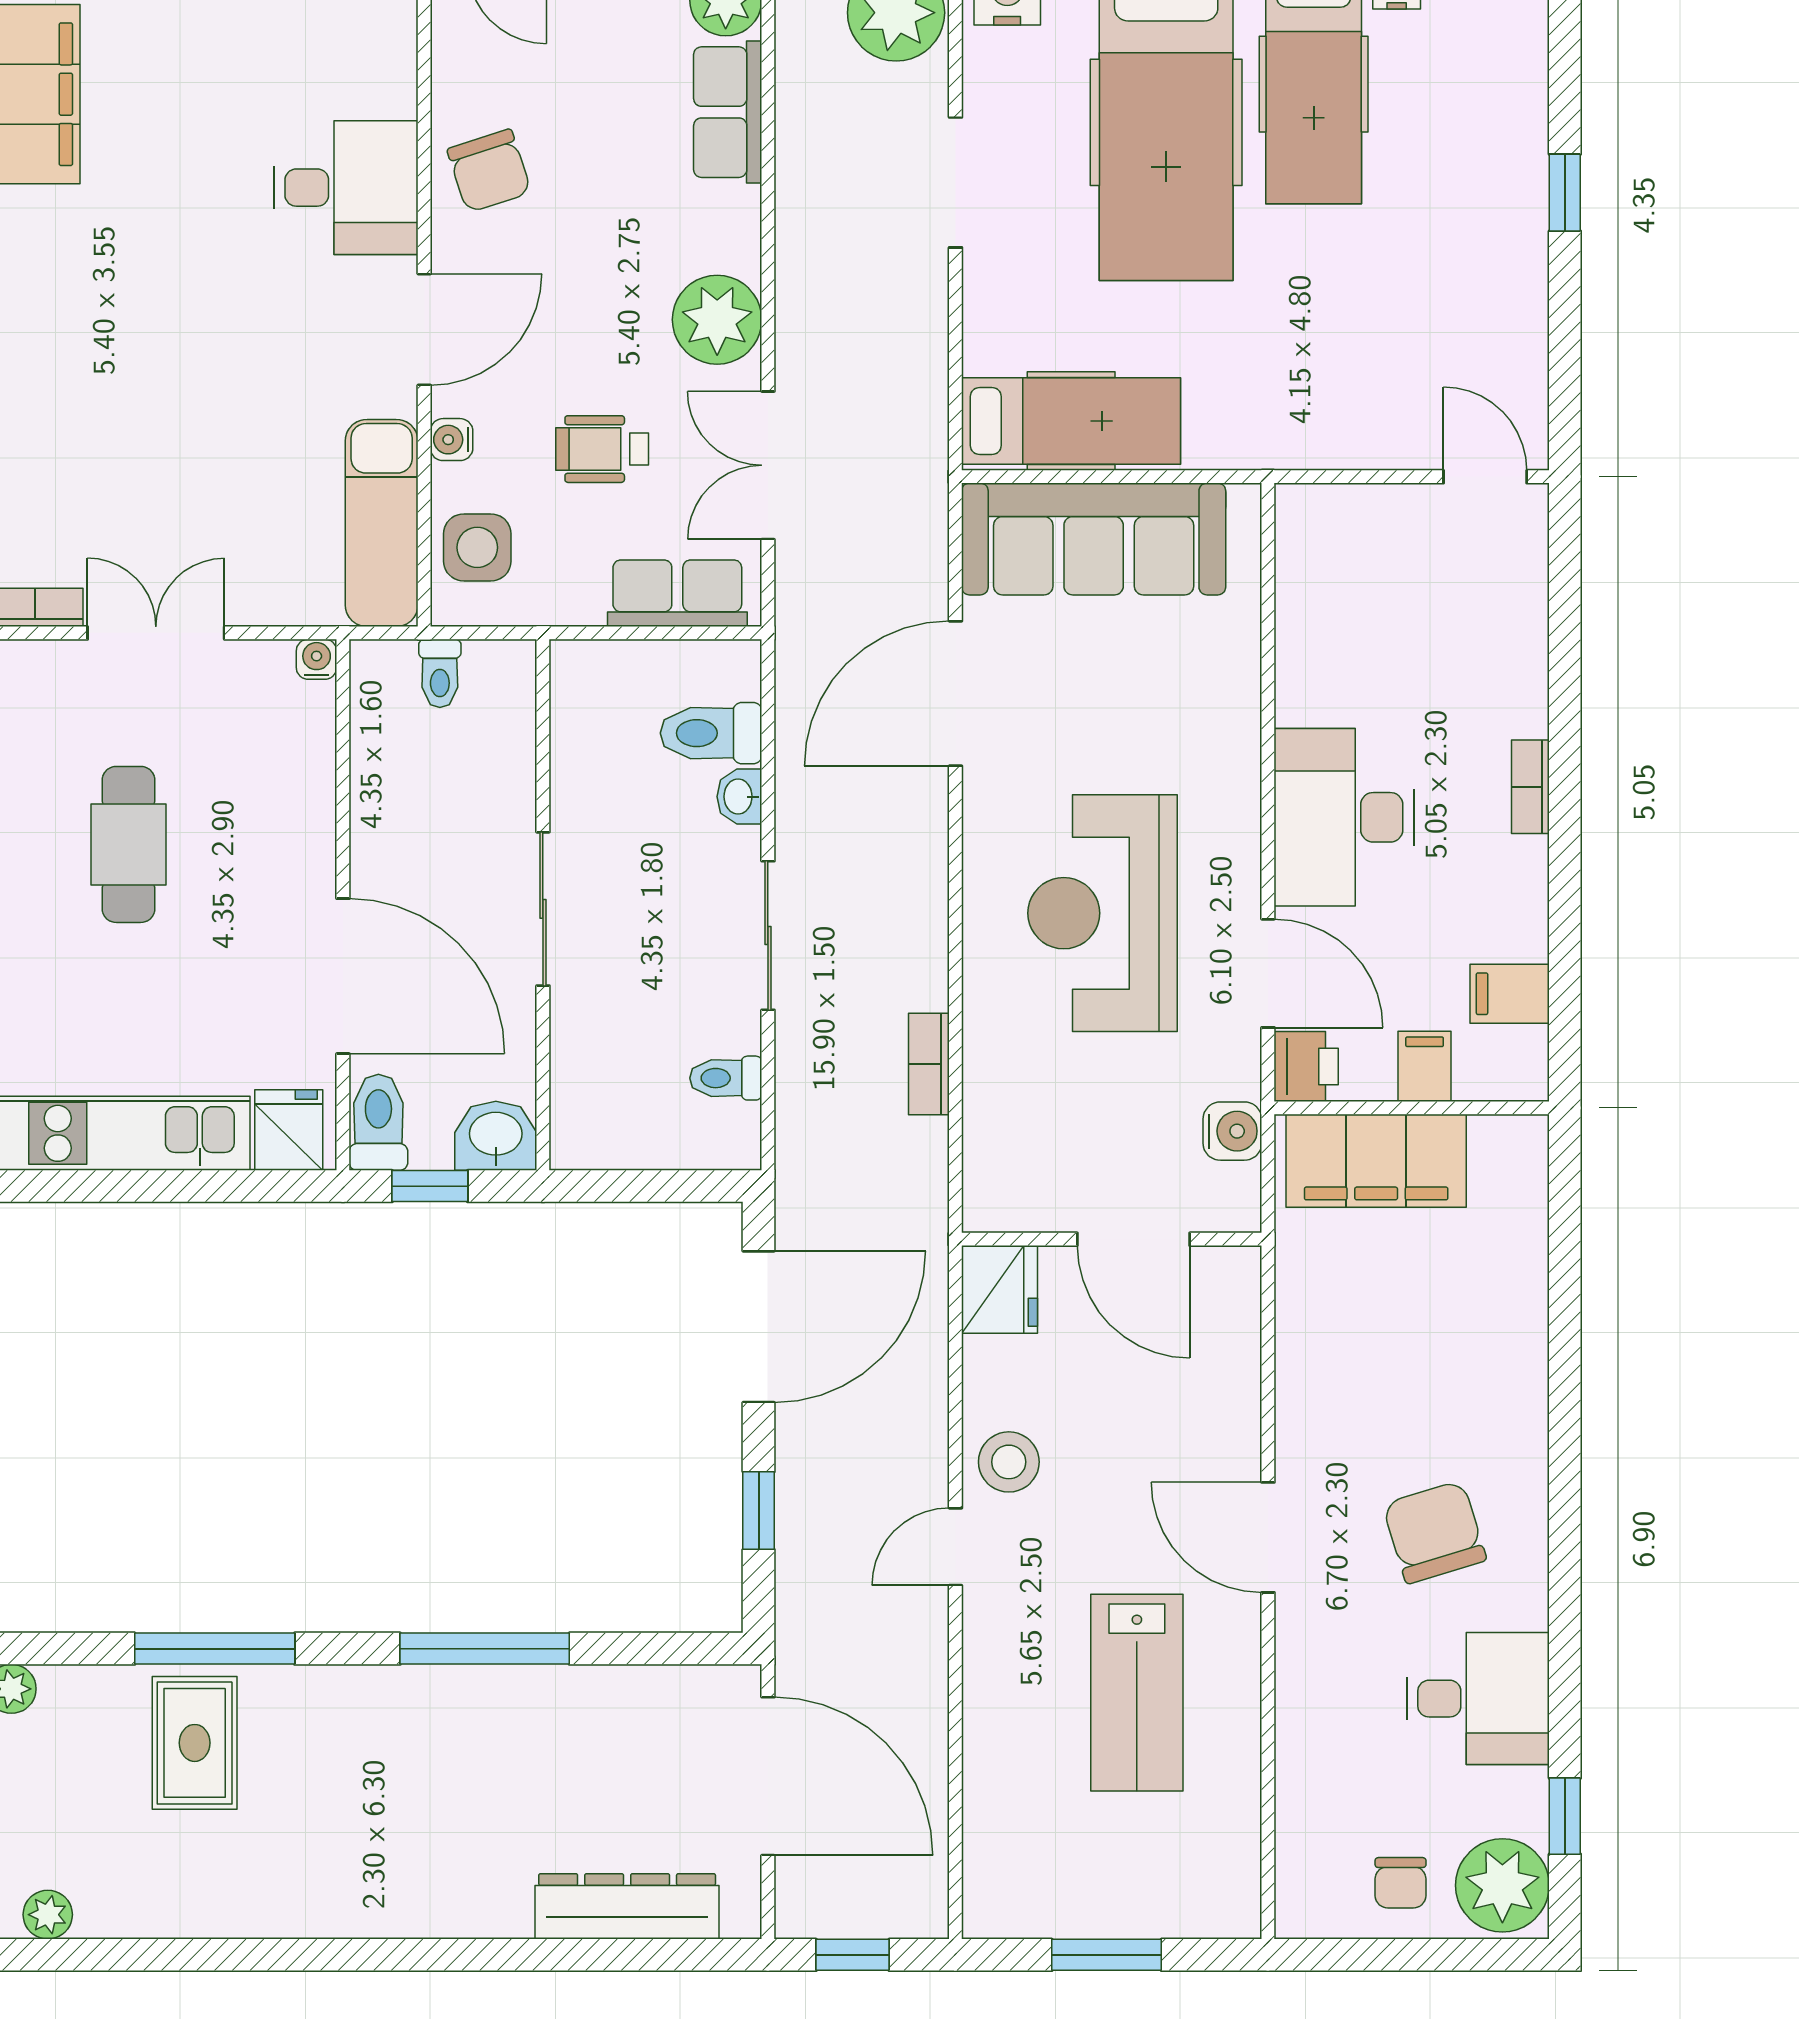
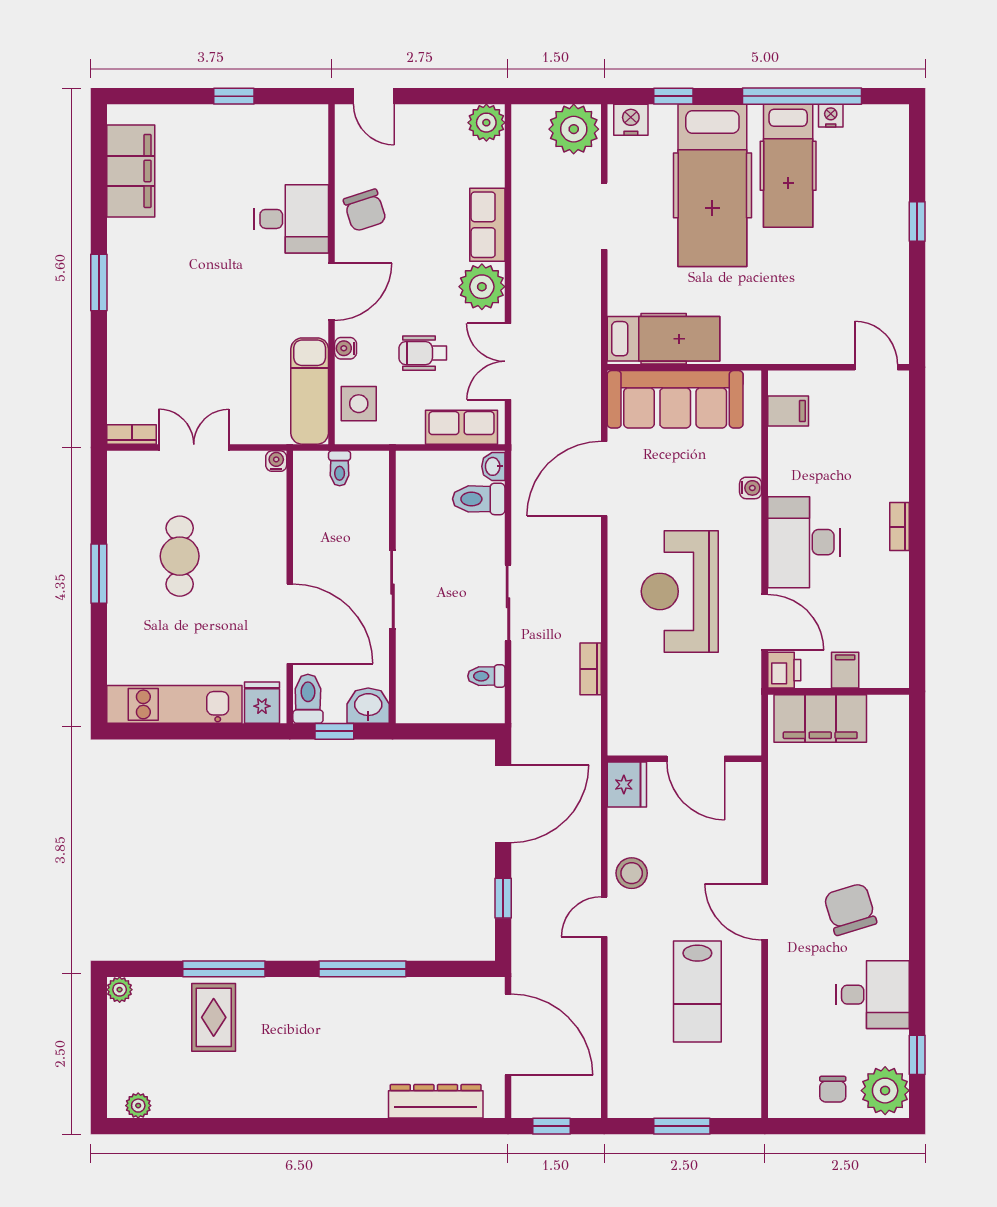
row of seats: (728, 112) -> (487, 225), moved
washbasin: (739, 797) -> (493, 466), moved
filing cabinet: (1510, 994) -> (788, 411), moved, turned 180
water cooler: (1232, 1131) -> (751, 488), moved, width x0.72, depth x0.72

